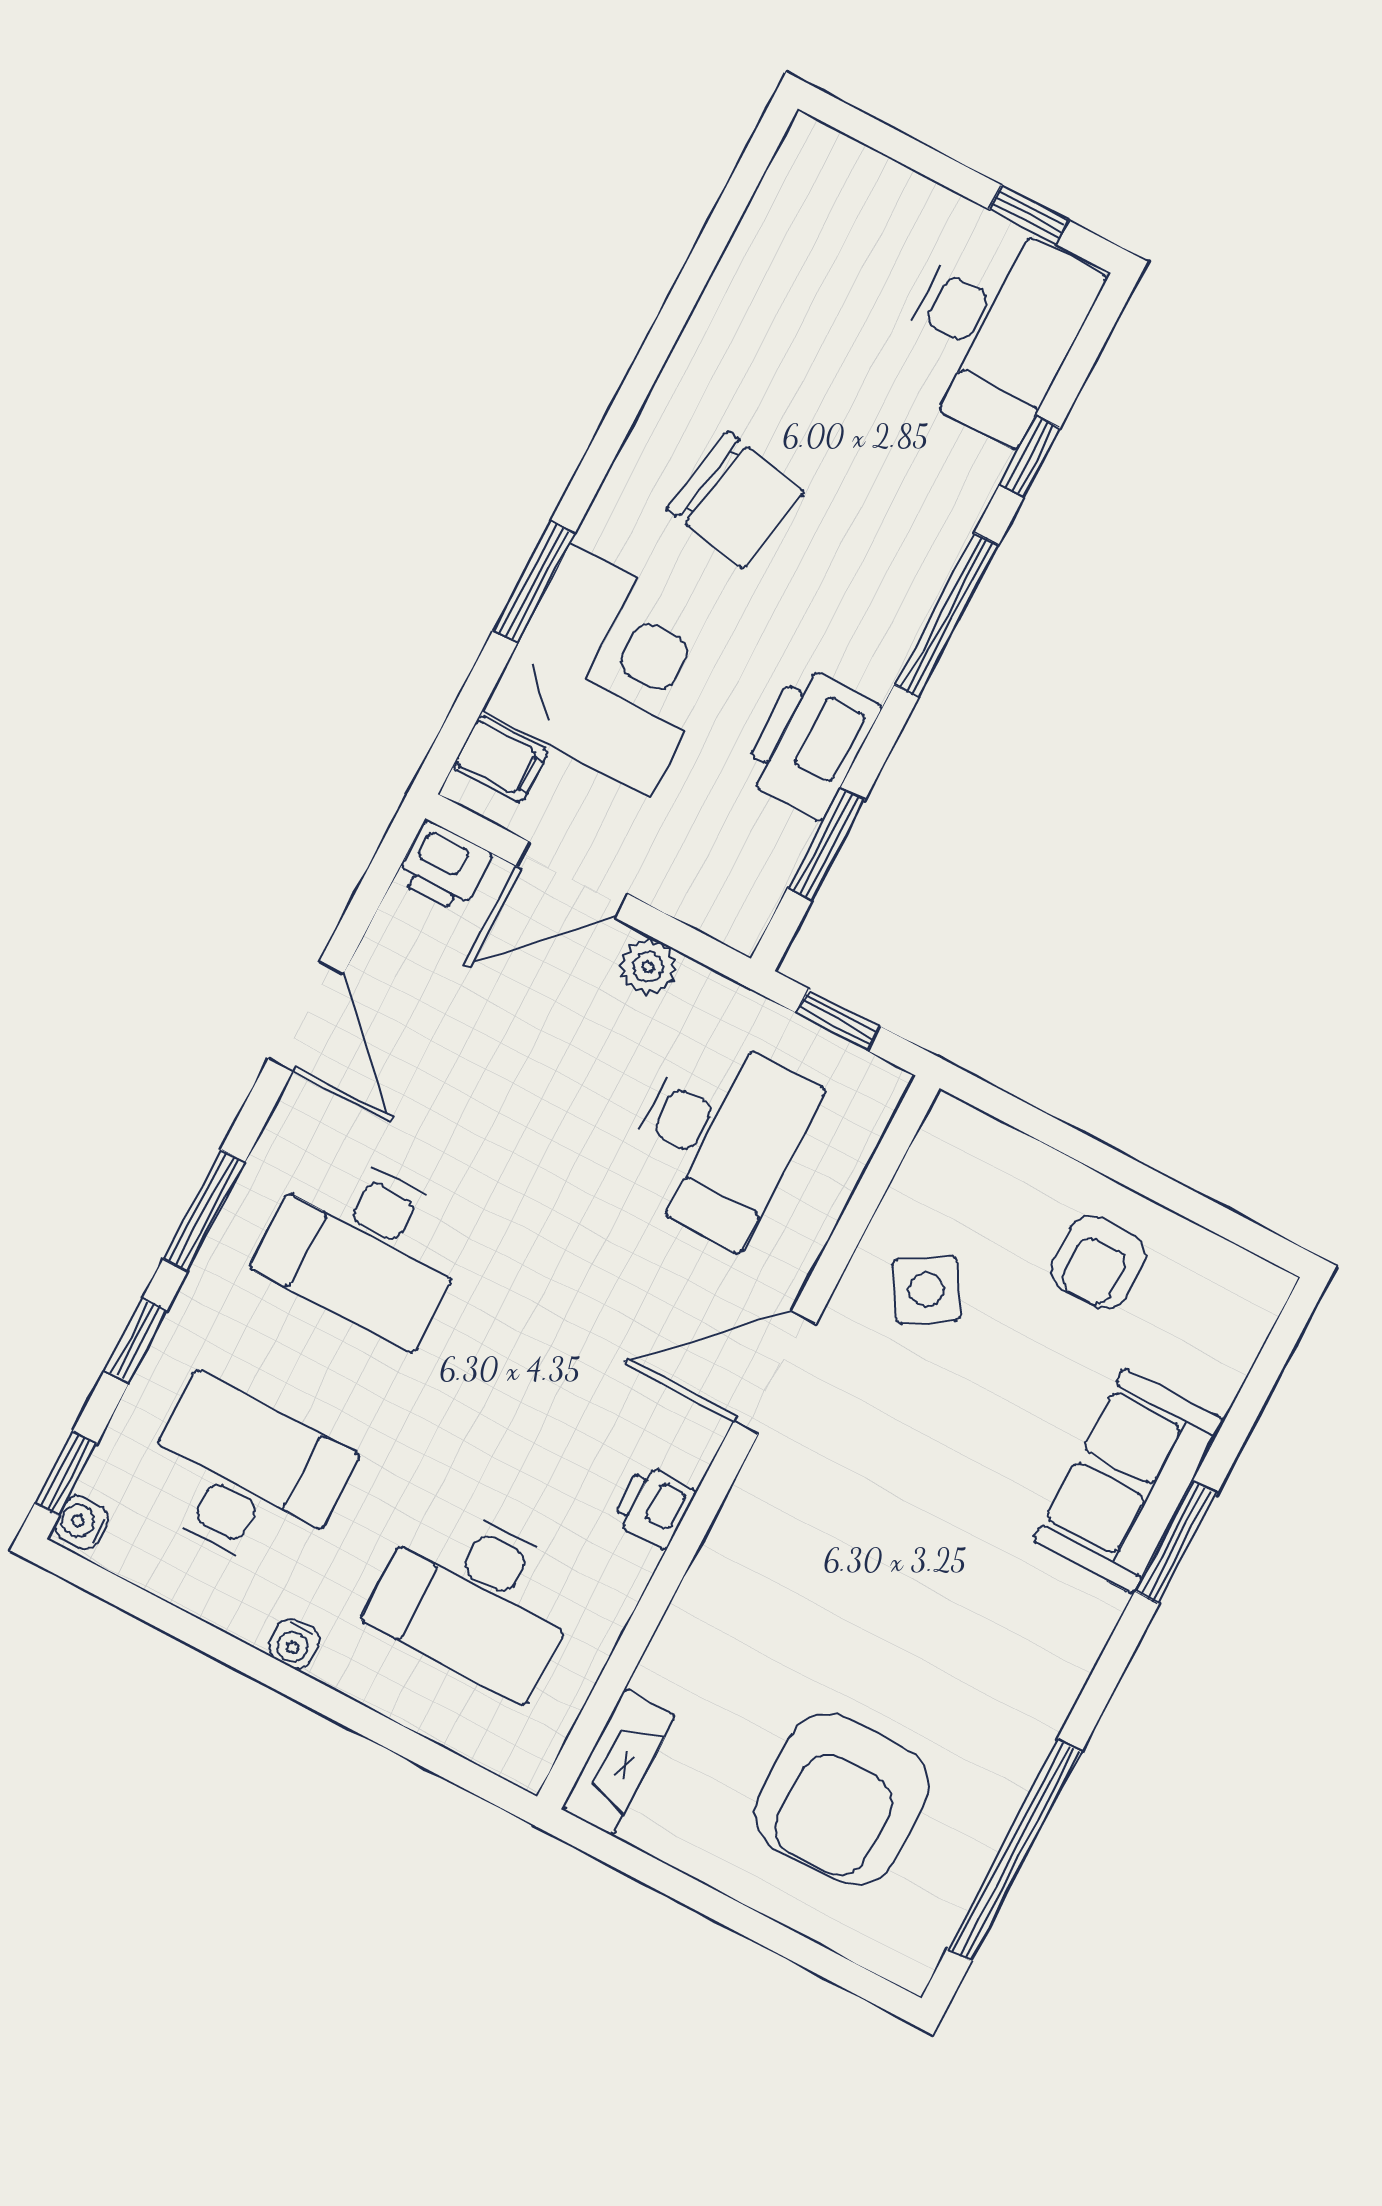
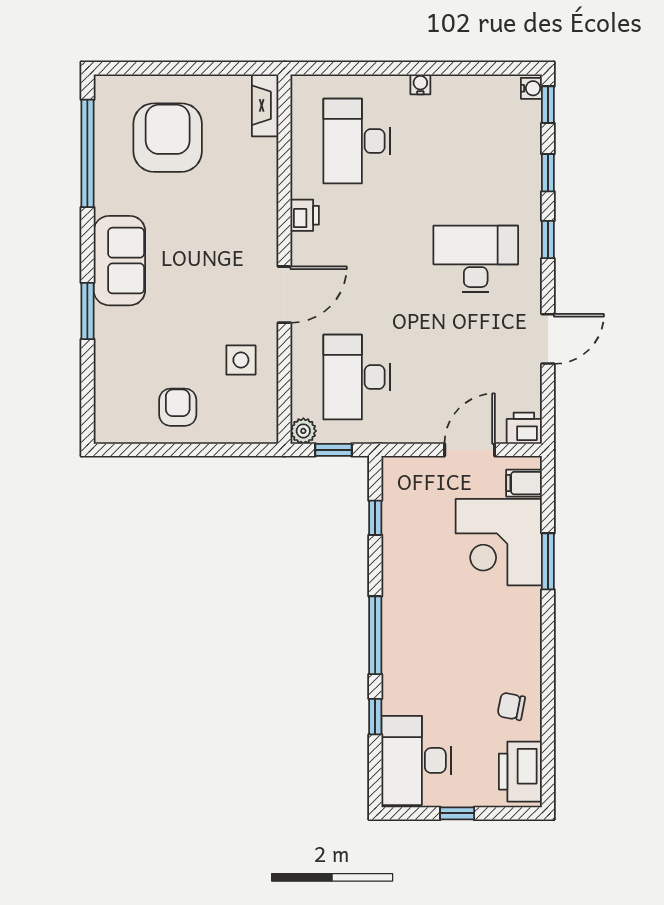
window: (1029, 215) -> (457, 813), moved
chair: (735, 500) -> (511, 706), moved, width x0.54, depth x0.54
printer: (811, 742) -> (520, 772), moved, turned 180
window: (826, 844) -> (375, 518), width x0.67
plant: (648, 967) -> (303, 431), moved
door: (306, 1016) -> (548, 339), swing flipped
window: (204, 1210) -> (548, 240), width x0.67
side table: (927, 1290) -> (241, 360), turned 31
desk: (244, 1477) -> (476, 141), removed
sofa: (1129, 1481) -> (119, 261), moved
desk: (476, 1599) -> (357, 141), turned -90

